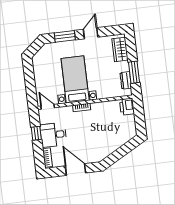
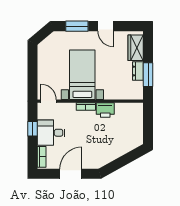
door: (91, 33) -> (106, 26), swing flipped
dresser: (126, 80) -> (138, 71), moved
printer: (127, 107) -> (105, 110), moved, turned -90
door: (76, 169) -> (71, 174), hinge flipped

